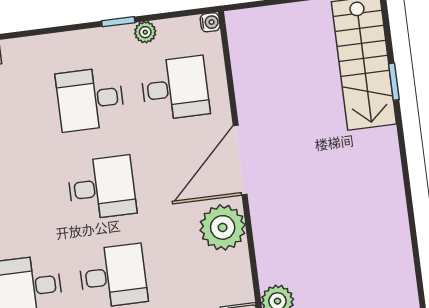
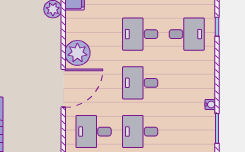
desk: (90, 99) -> (140, 132), turned 180

